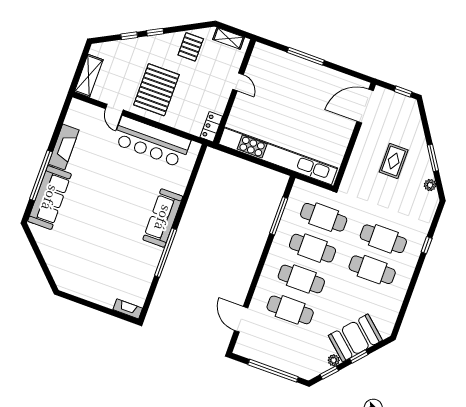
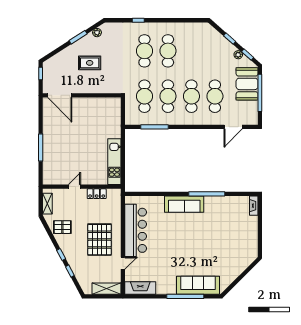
pallet: (156, 90) -> (99, 240), turned 90
locker: (211, 127) -> (97, 194), moved
fireplace: (64, 147) -> (140, 288), moved
kitchen unit: (278, 156) -> (114, 162), width x0.54
booth: (355, 338) -> (247, 84), moved, turned 48

